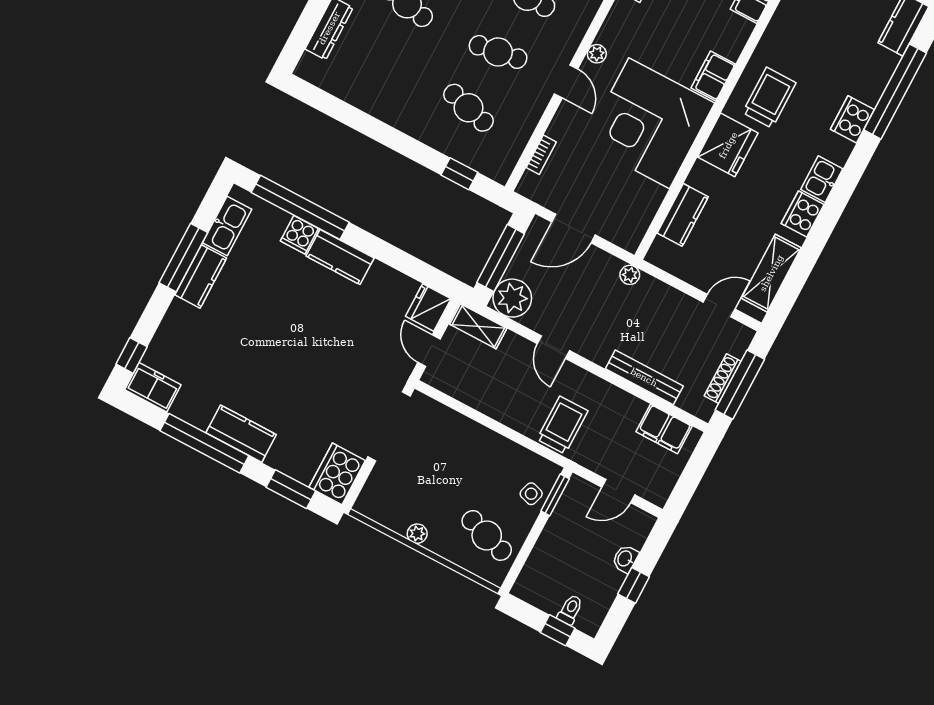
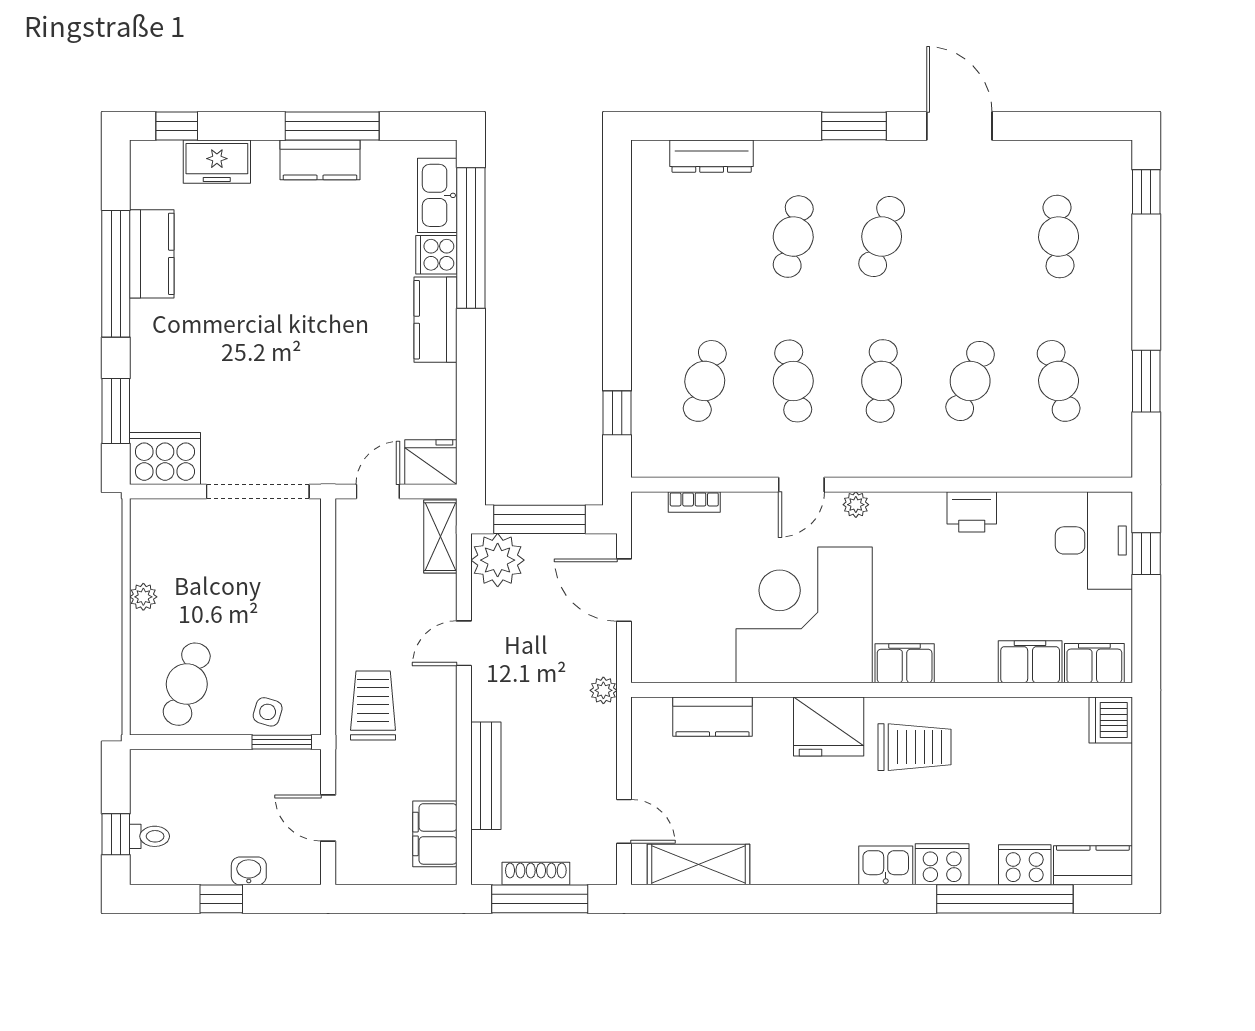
kitchen sink: (822, 179) -> (886, 865), moved
cooker: (803, 214) -> (1025, 865), moved
kitchen sink: (227, 226) -> (437, 195), moved, turned 90
freezer: (153, 387) -> (217, 162), moved, turned 90
trolley: (562, 425) -> (373, 705), turned -90
kitchen counter: (241, 434) -> (152, 254), moved

